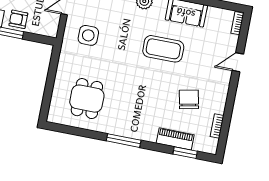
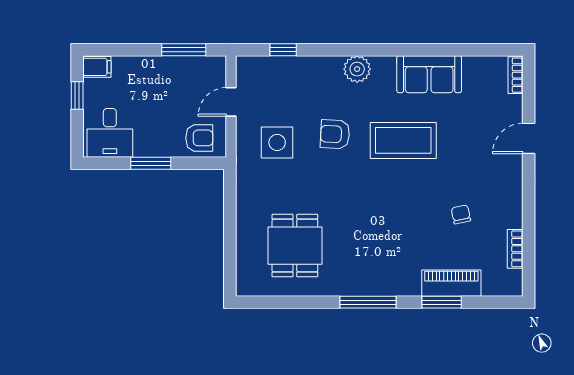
armchair: (18, 19) -> (199, 138), moved, turned 180
armchair: (124, 37) -> (335, 134), added
chair: (189, 99) -> (461, 214), width x0.54, depth x0.54
window: (185, 153) -> (442, 302), moved

